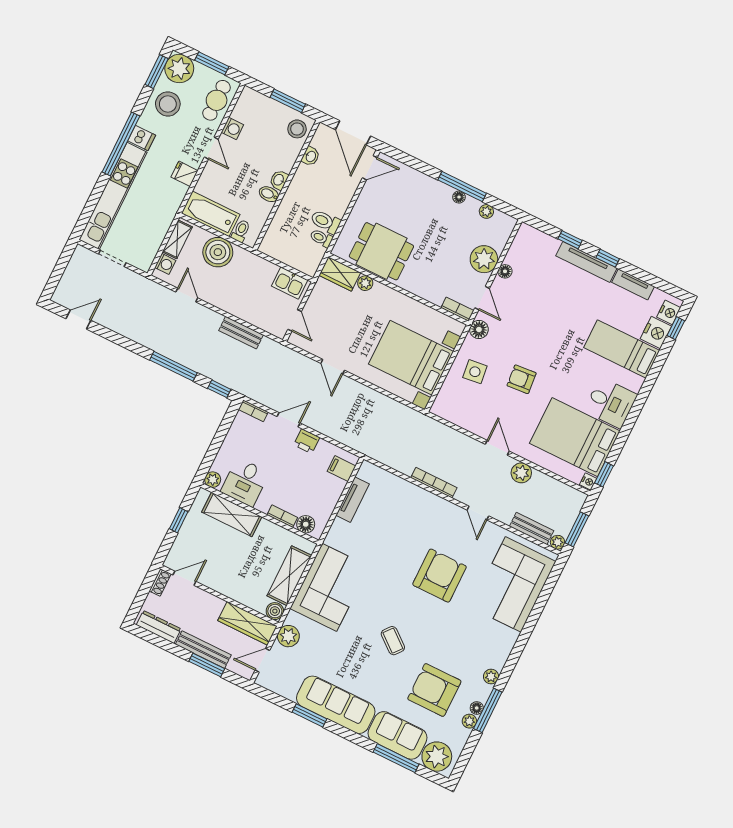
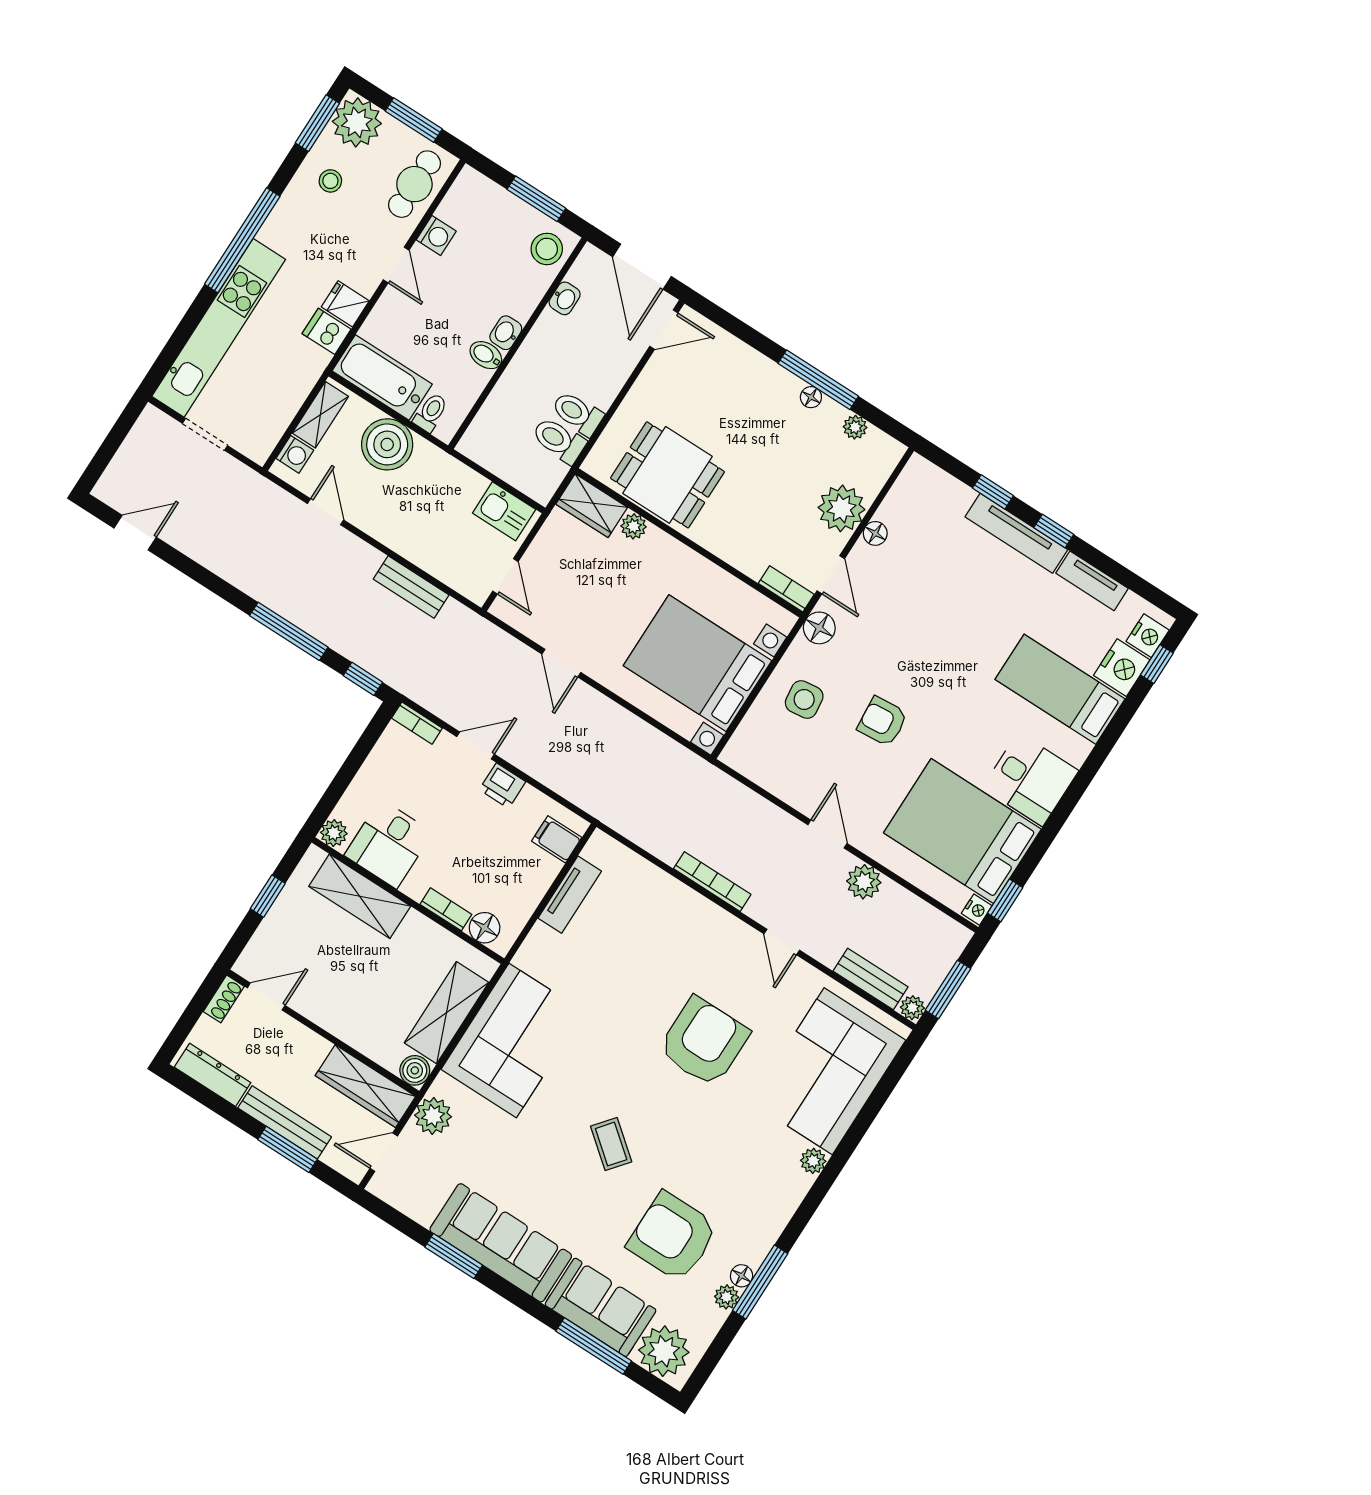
stool: (168, 104) -> (330, 181), width x0.53, depth x0.53
dishwasher: (142, 138) -> (327, 331), moved, turned 180
toilet: (321, 238) -> (559, 440), width x1.37, depth x1.39
plant: (491, 676) -> (813, 1161), moved

